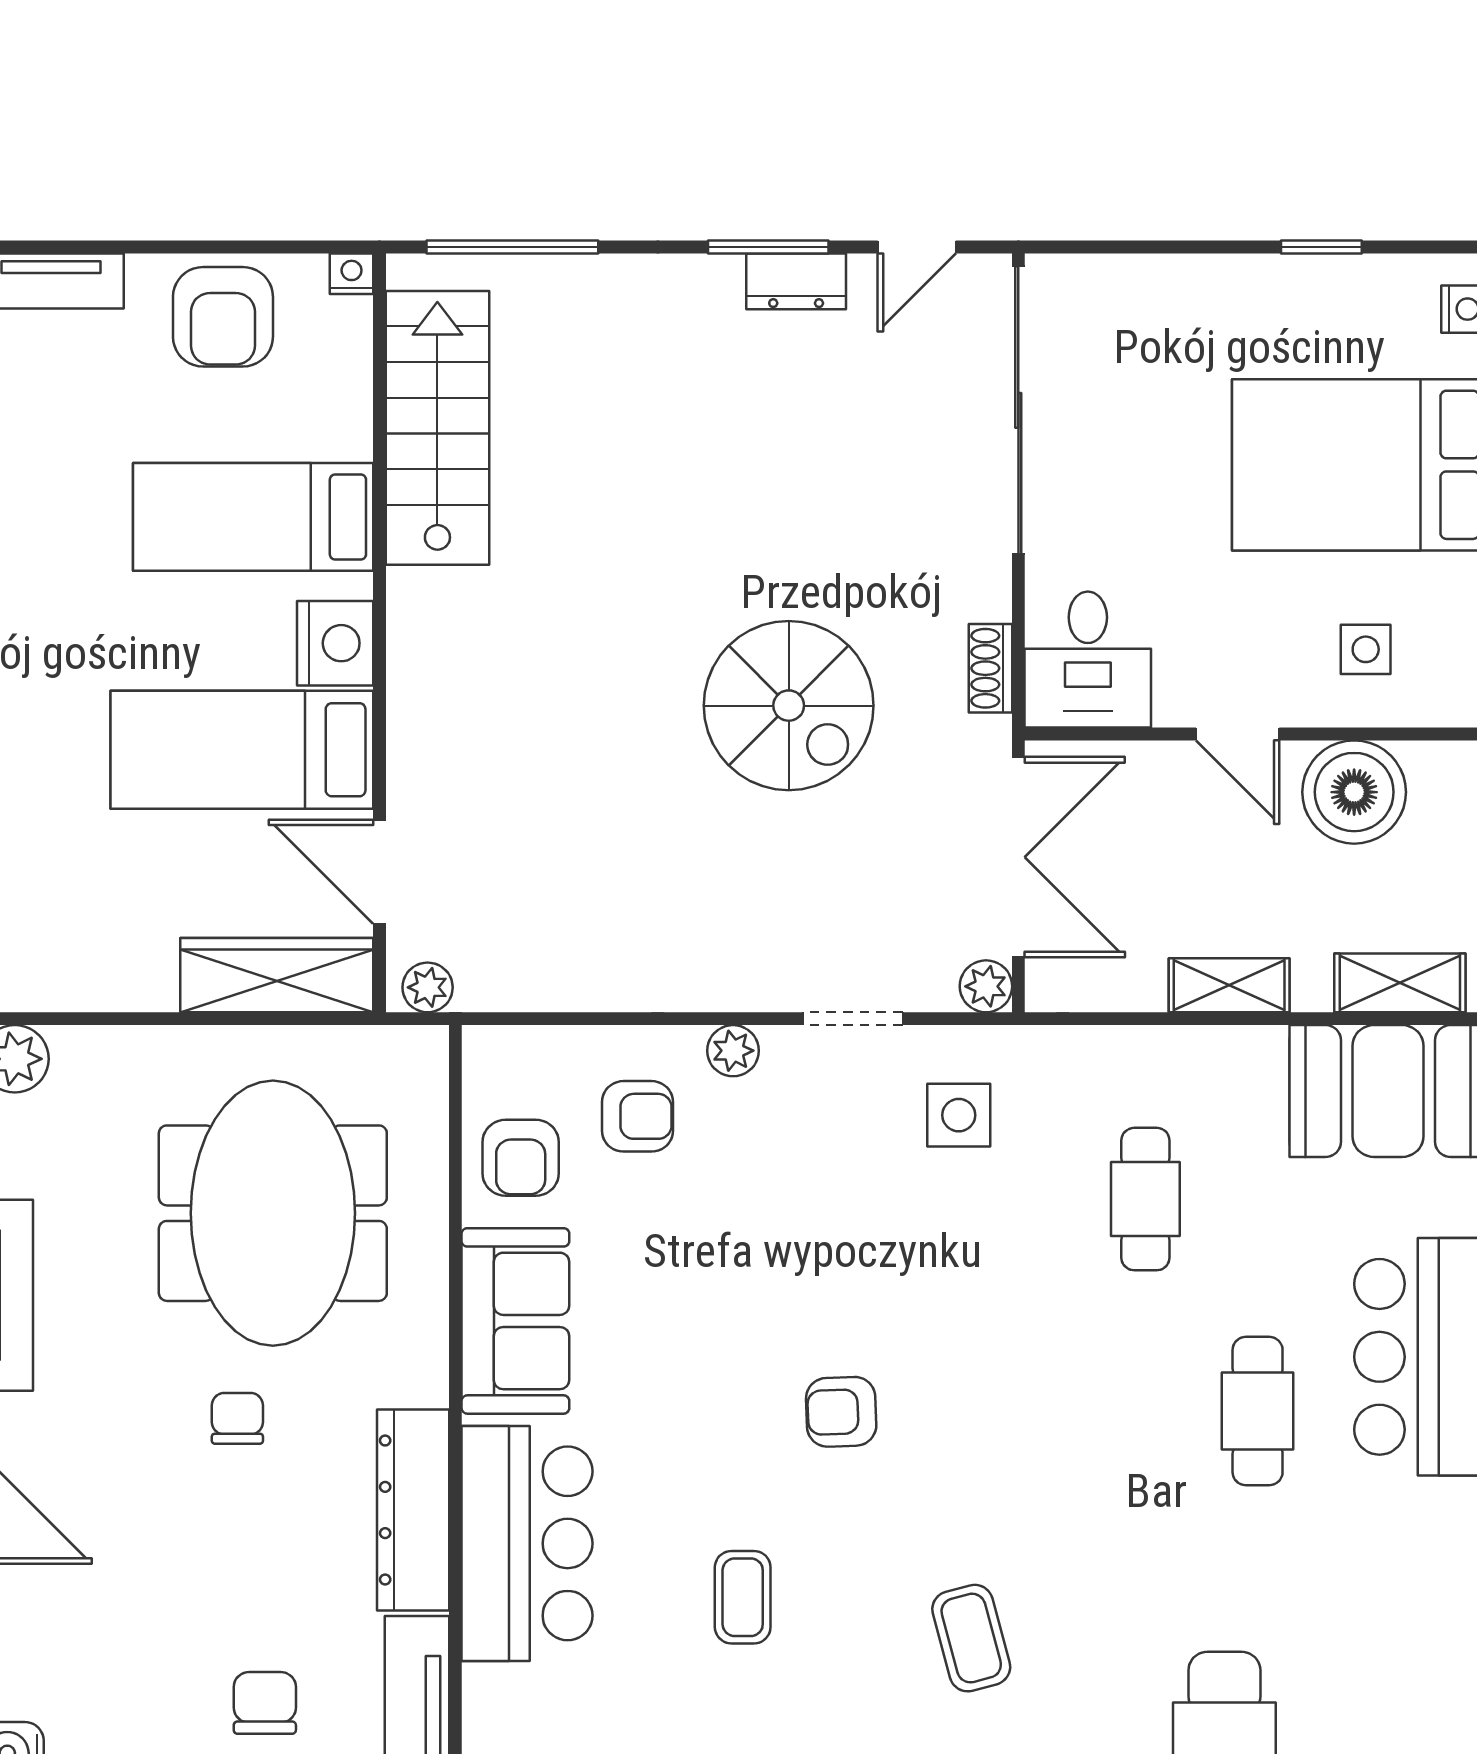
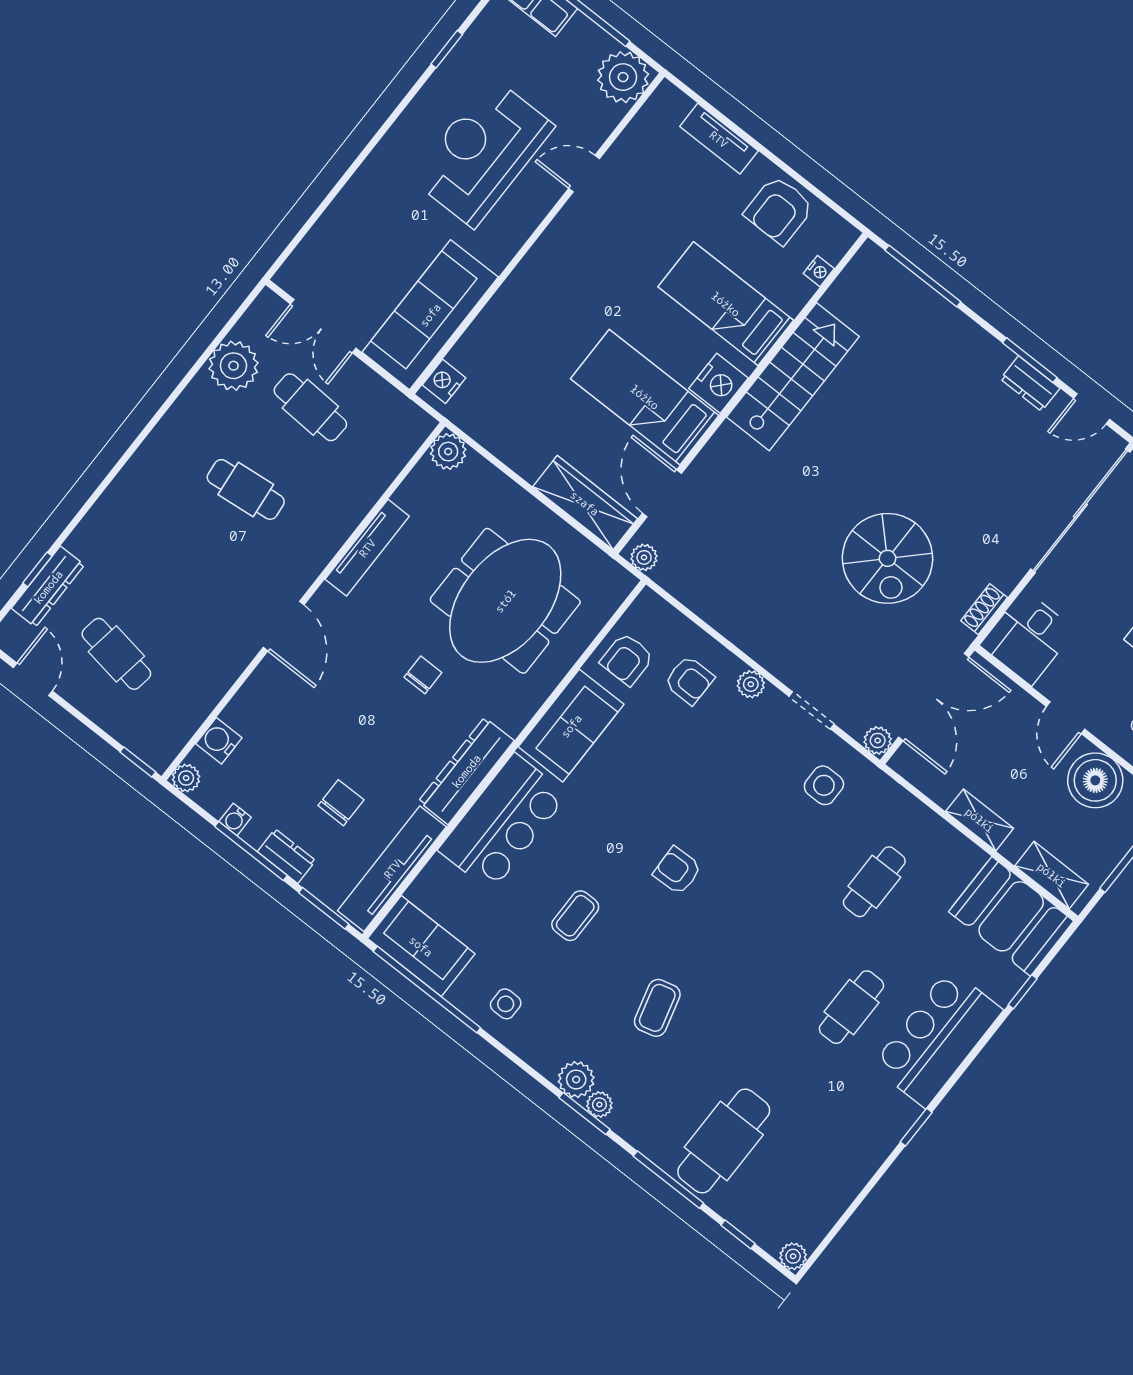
nightstand: (352, 274) -> (819, 271), moved, turned 90
stairs: (437, 428) -> (793, 377), moved

